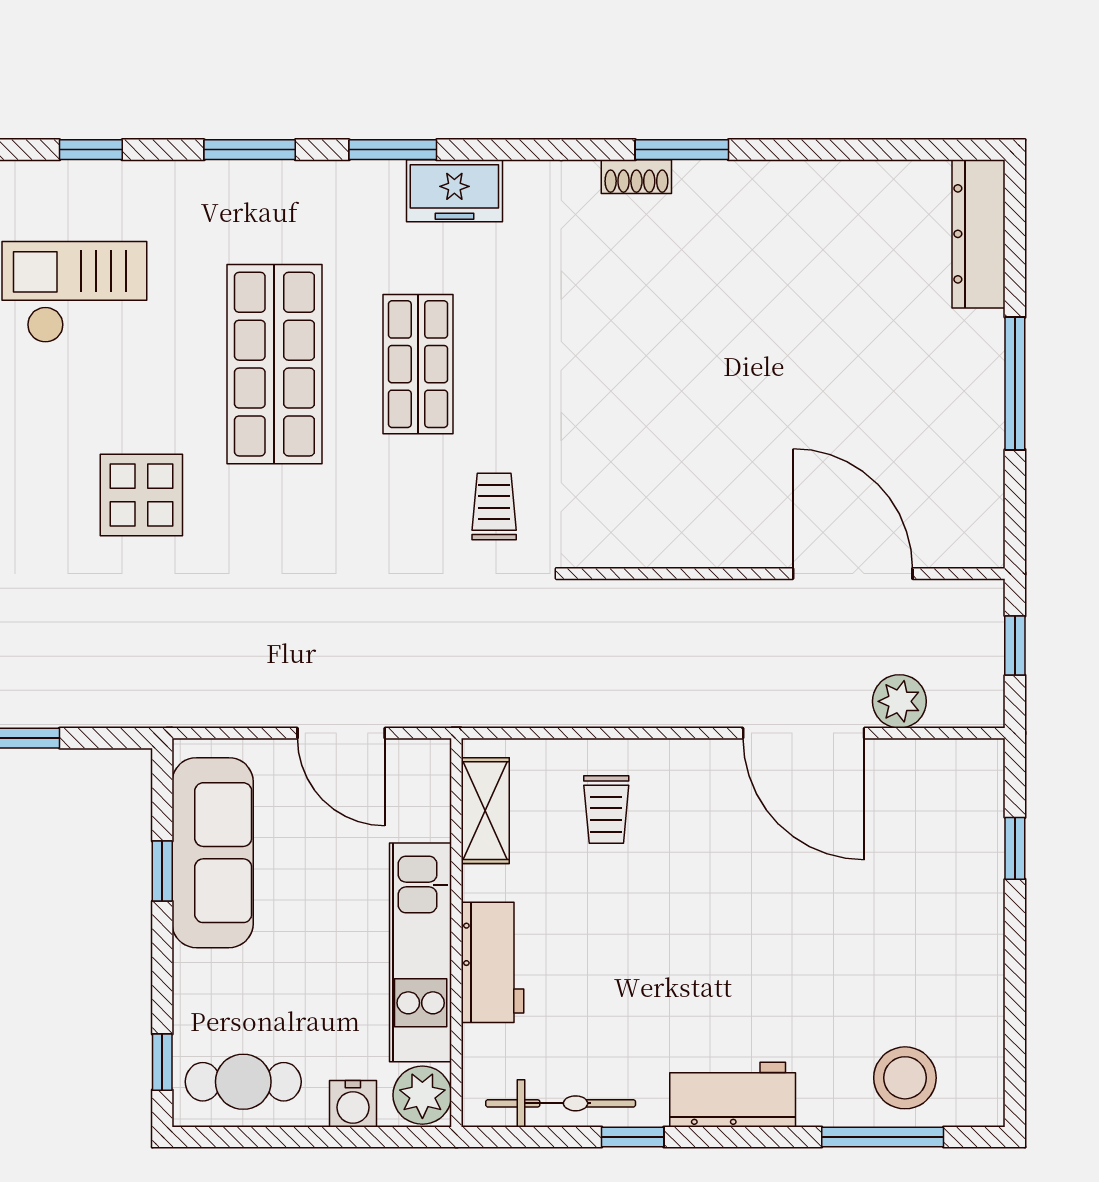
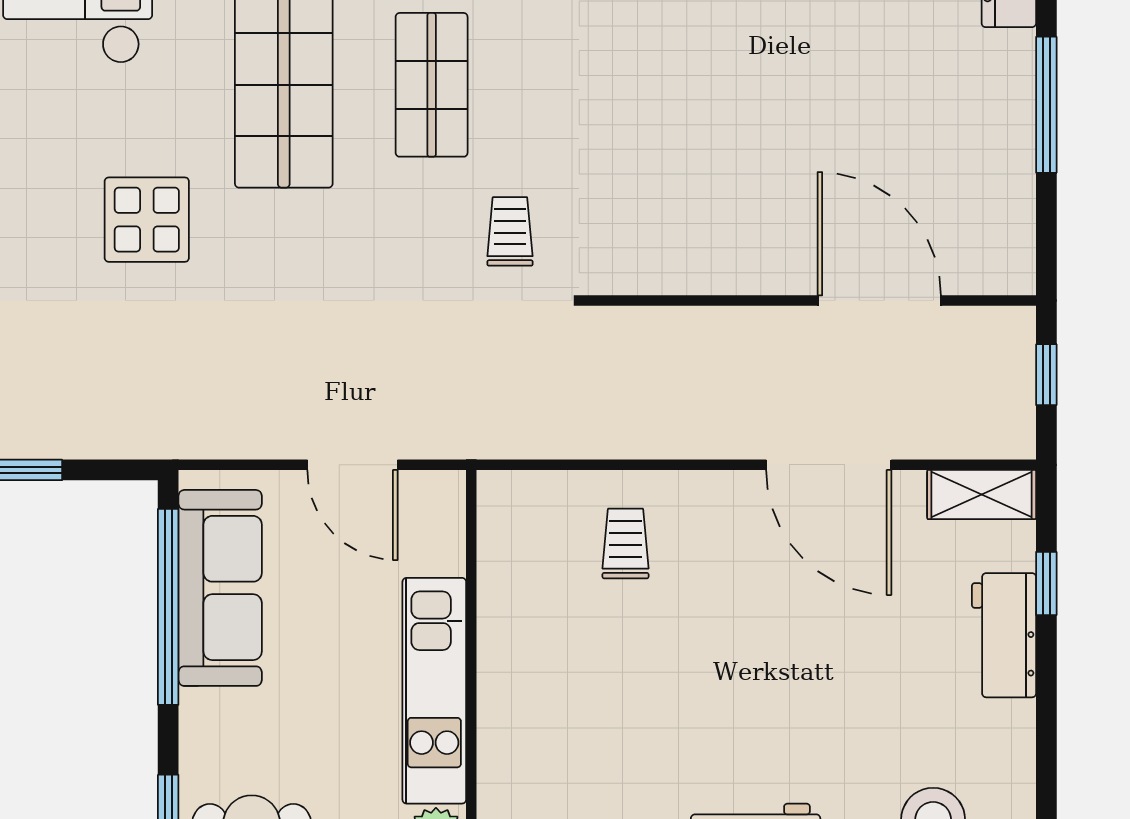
plant: (899, 701) -> (927, 432), removed
trolley: (606, 810) -> (626, 544), turned 180
shelving: (485, 811) -> (982, 495), moved, turned 90
window: (162, 871) -> (168, 607), width x3.17
workbench: (493, 962) -> (1004, 635), moved, turned 180

